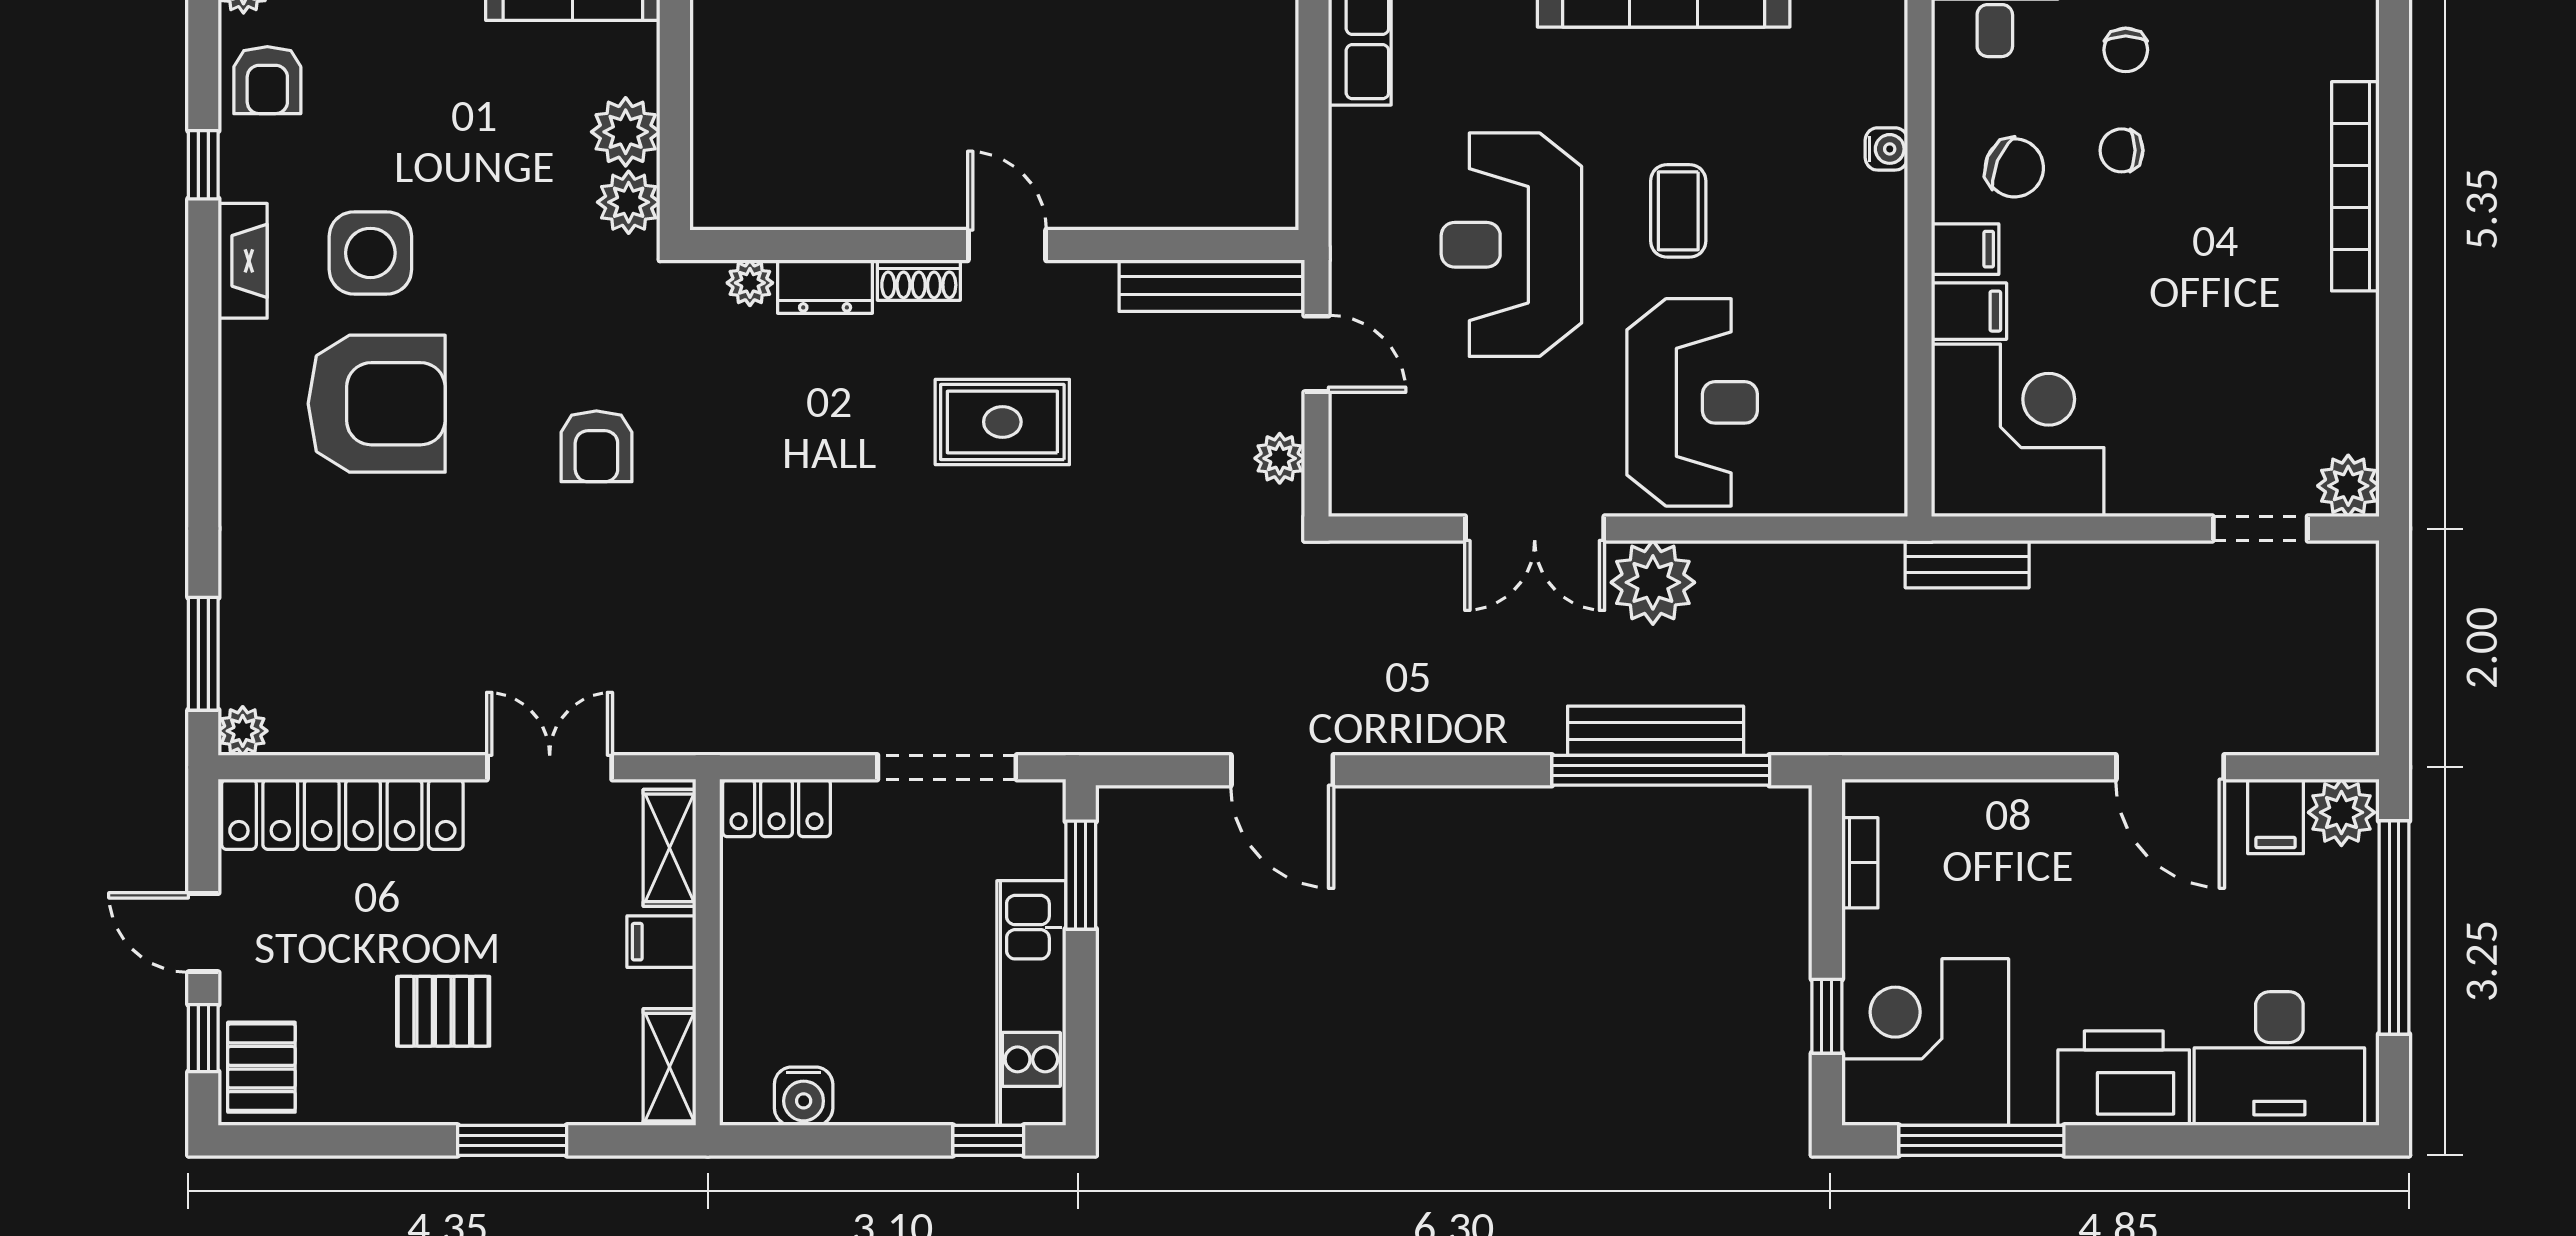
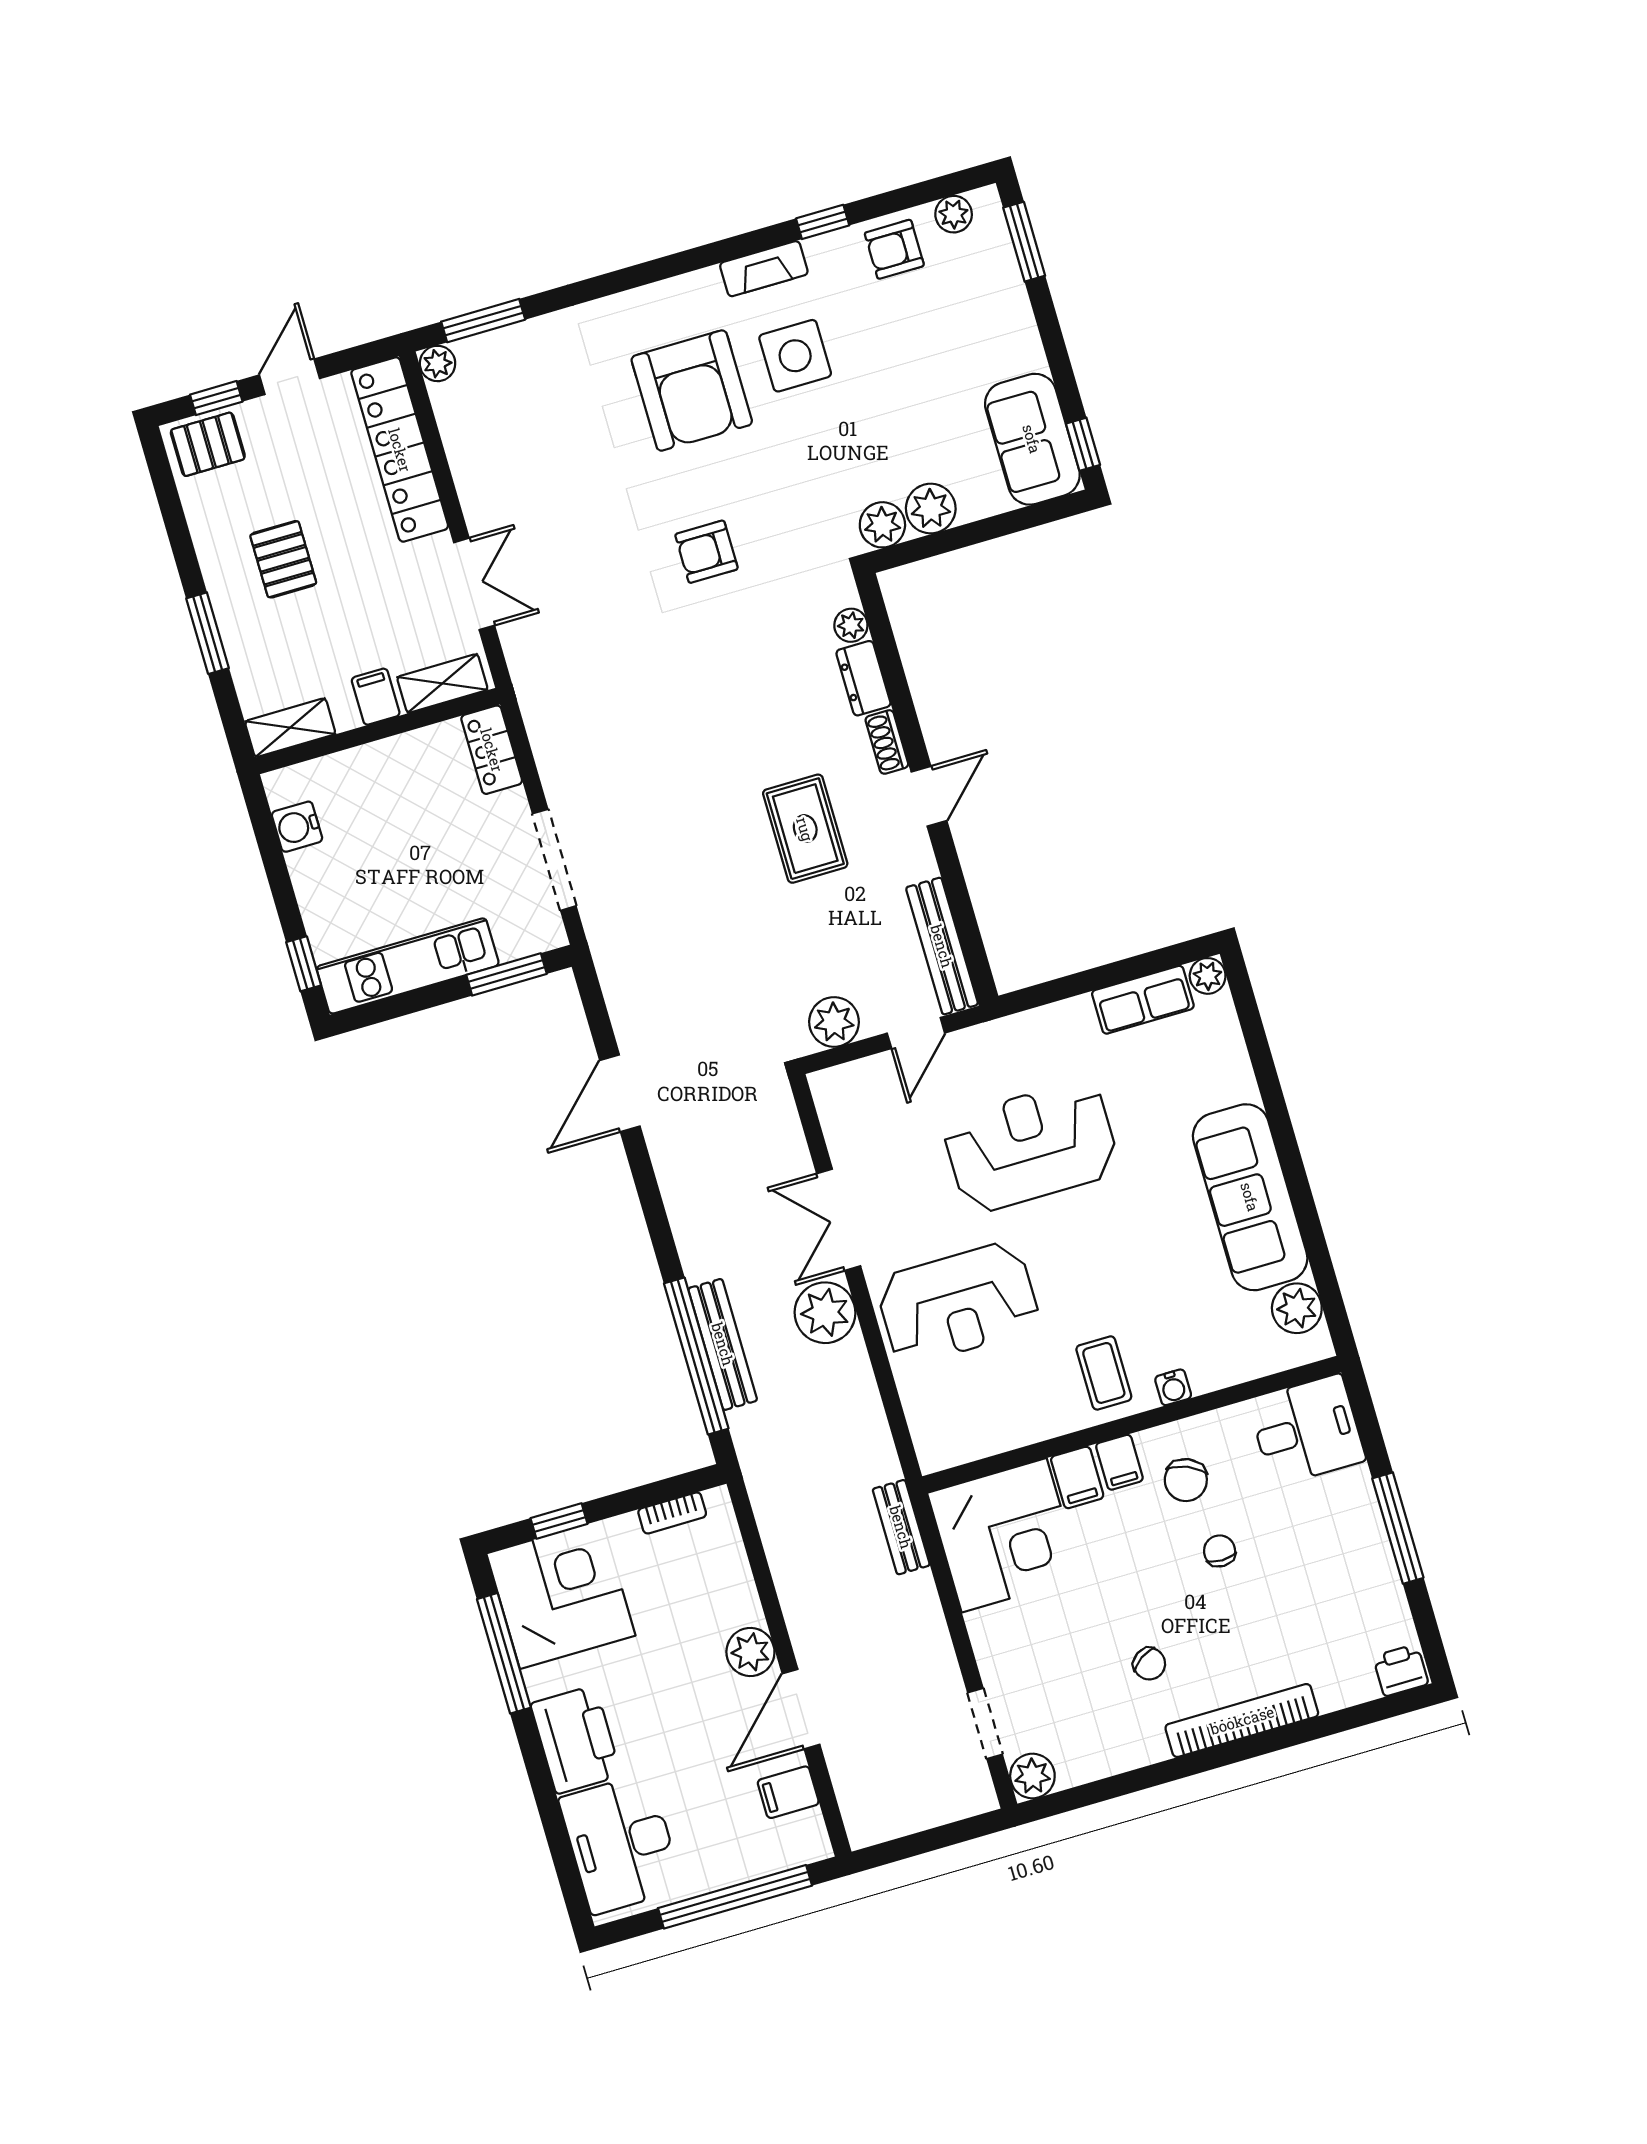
chair: (2126, 50) -> (1149, 1664), moved, turned -124
coffee table: (1678, 211) -> (1104, 1373), moved, turned 90
plant: (1280, 458) -> (834, 1022), width x1.38, depth x1.38
plant: (2341, 812) -> (750, 1652), moved

